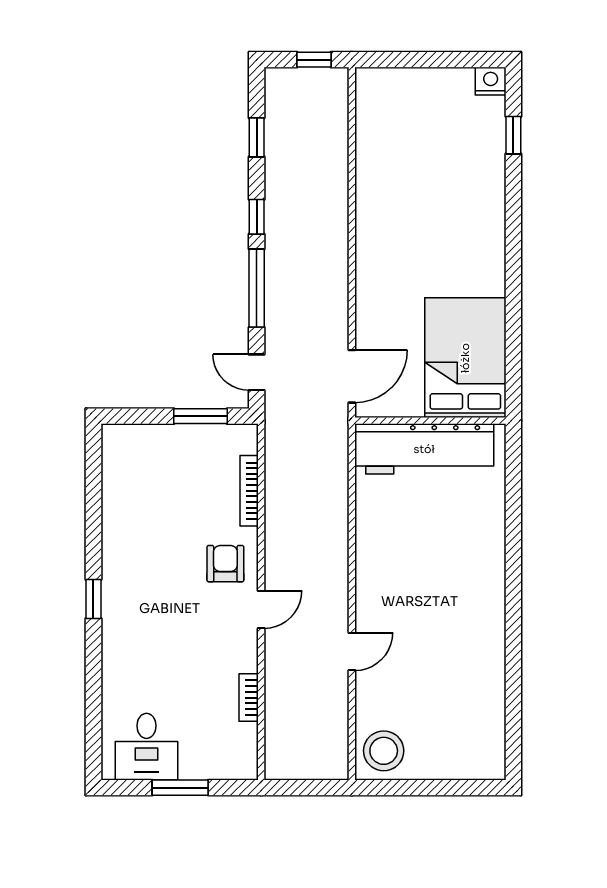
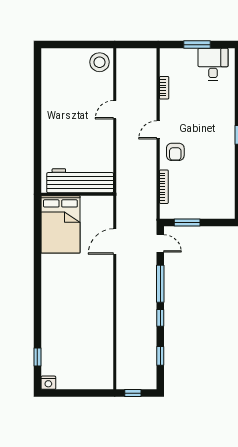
bed: (465, 358) -> (60, 224), moved
wall: (430, 421) -> (77, 194), moved
workbench: (424, 449) -> (80, 181), moved

